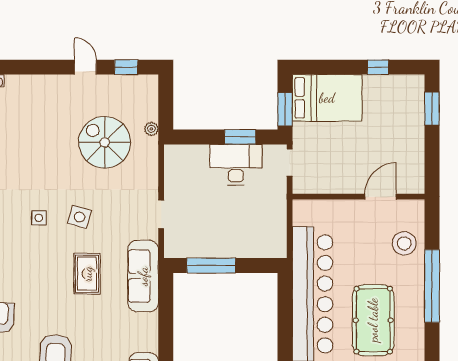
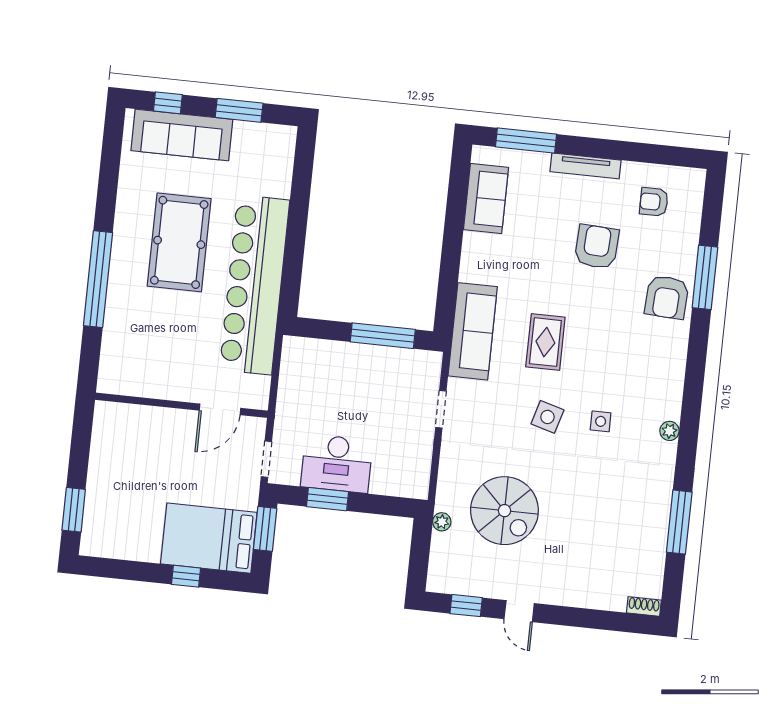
window: (378, 67) -> (186, 576), moved
door: (381, 197) -> (220, 409), moved
stool: (404, 243) -> (128, 338), removed

